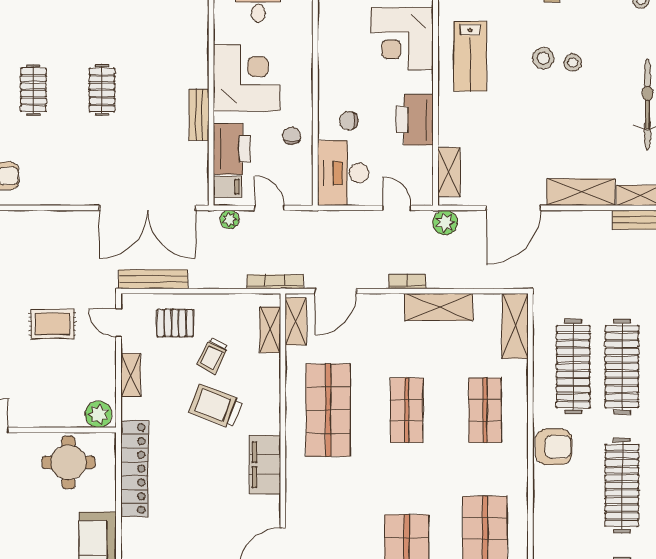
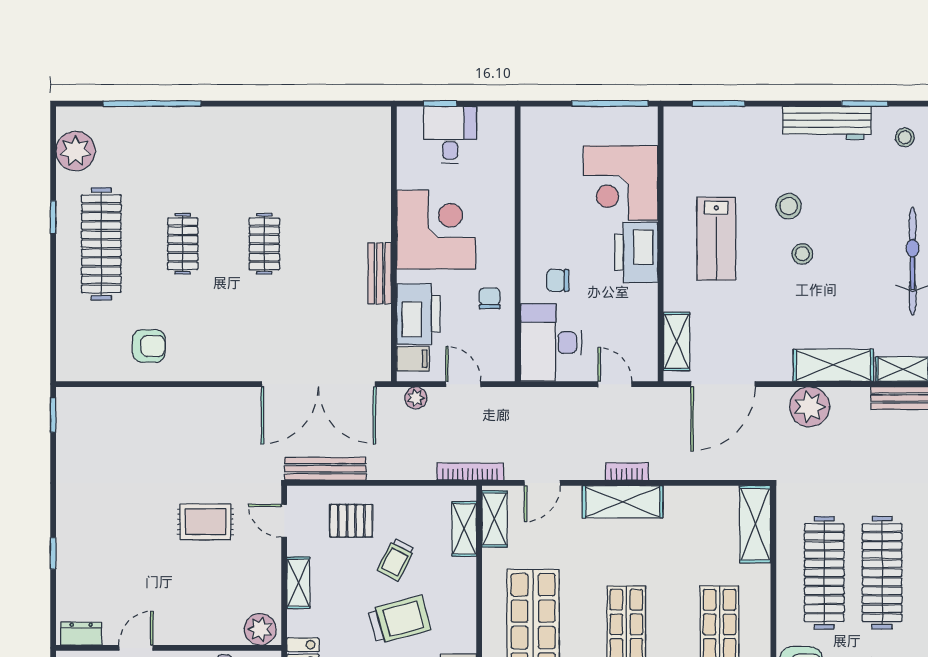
lab bench: (470, 56) -> (716, 239), moved
stool: (573, 62) -> (802, 254), moved
printer: (415, 120) -> (636, 252), moved
door: (513, 208) -> (723, 384), moved
plant: (445, 223) -> (810, 407), moved, width x1.36, depth x1.36
door: (336, 291) -> (542, 483), width x0.73
shelving: (439, 307) -> (623, 502), moved
trolley: (216, 406) -> (400, 620), turned 144

